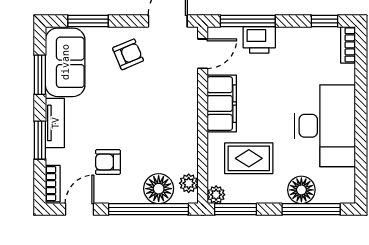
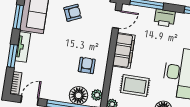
printer: (259, 40) -> (165, 18), moved
armchair: (108, 162) -> (87, 65), moved, turned 90

